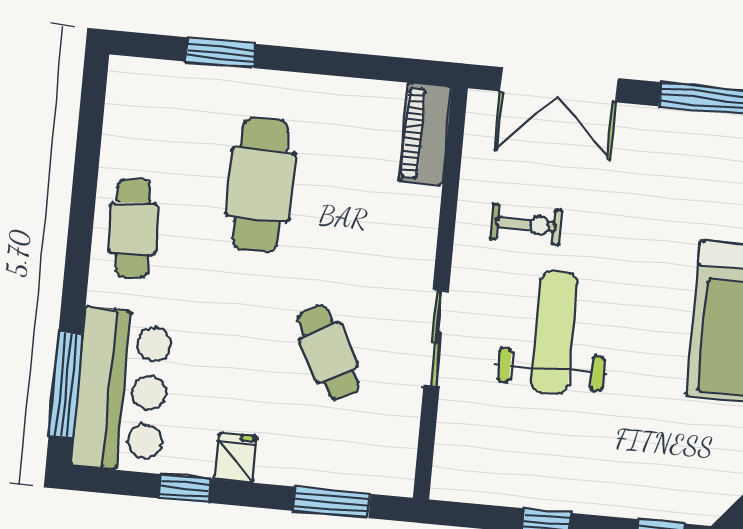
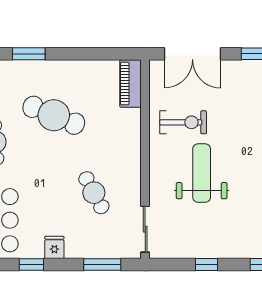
cafe table: (260, 185) -> (54, 115), turned -68
exercise bike: (526, 224) -> (183, 122), width x1.38, depth x1.39
sliding door: (436, 338) -> (145, 229), moved

